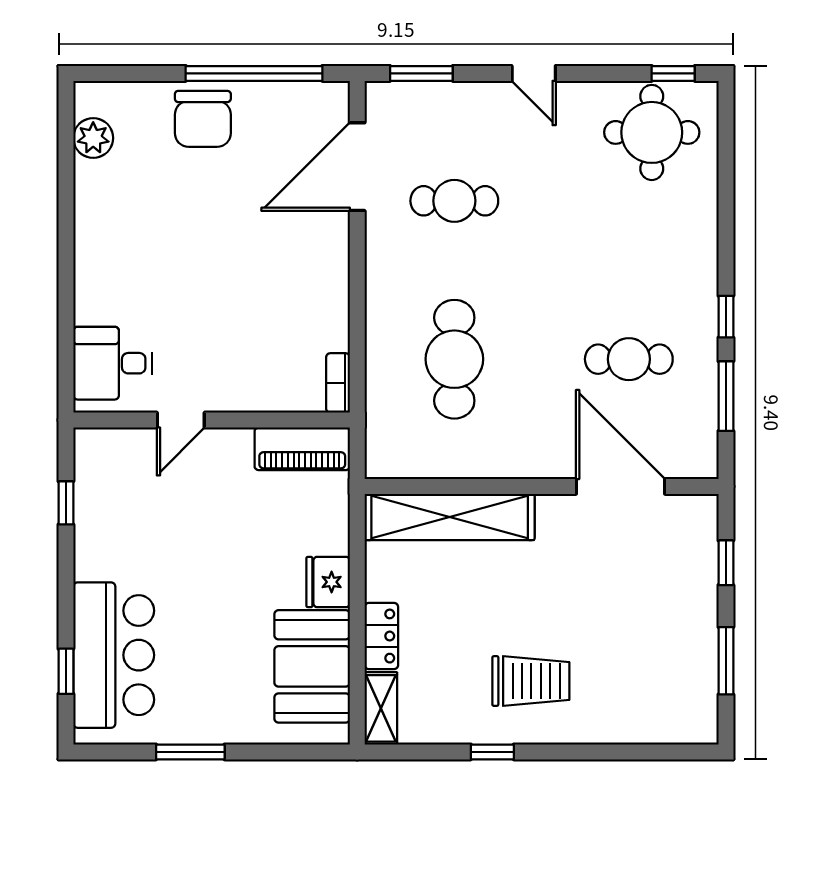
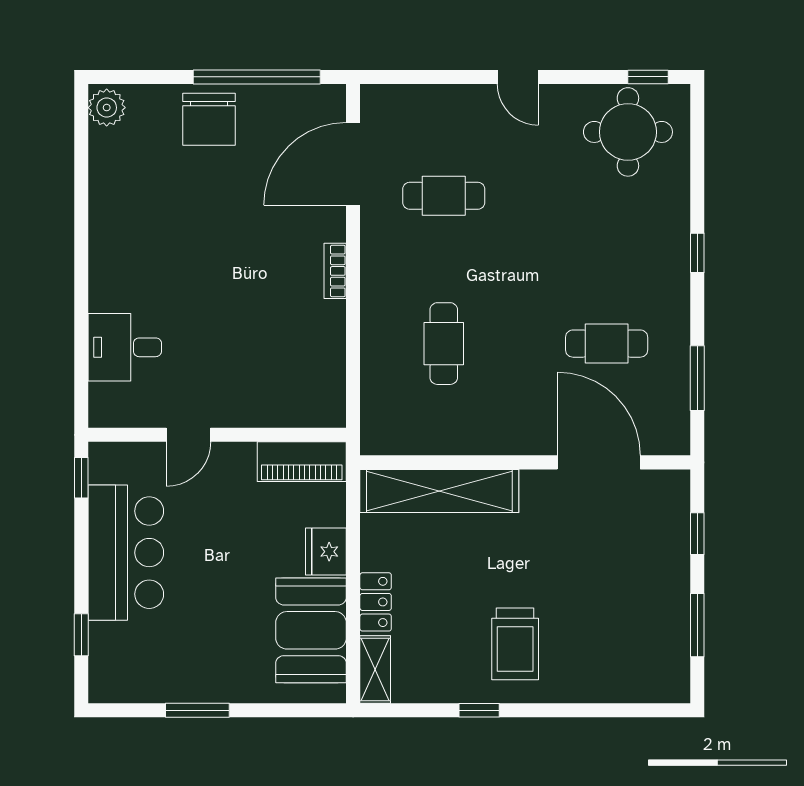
window: (421, 73) -> (413, 77), removed
plant: (93, 138) -> (107, 108), moved
window: (726, 317) -> (697, 253), moved
cafe table: (454, 359) -> (444, 344), width x0.73, depth x0.74
bookcase: (338, 383) -> (335, 271), moved
door: (181, 420) -> (188, 435), moved
wall: (212, 420) -> (217, 435), moved
piano: (302, 449) -> (302, 462), moved
bar counter: (114, 655) -> (126, 553), moved
trolley: (531, 681) -> (515, 644), turned 90

